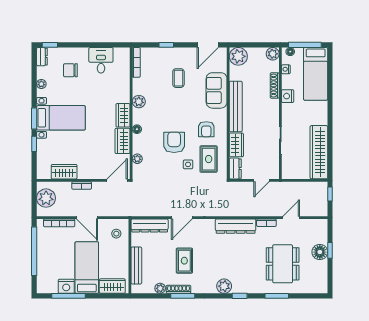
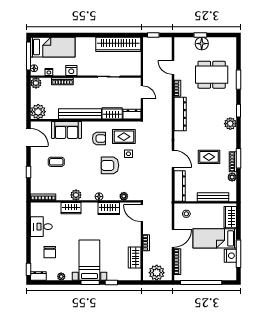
wardrobe: (123, 115) -> (71, 208), moved

